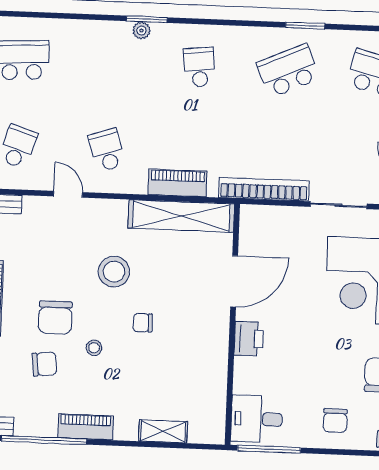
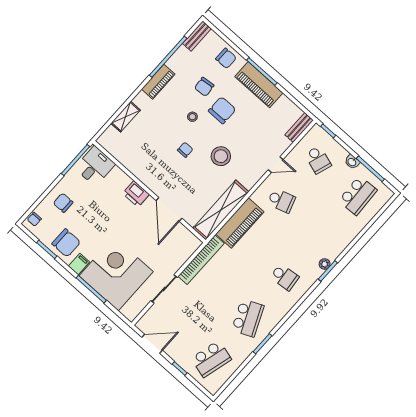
piano: (178, 183) -> (240, 223), width x1.37, depth x1.33
chair: (55, 317) -> (222, 110), turned 90

